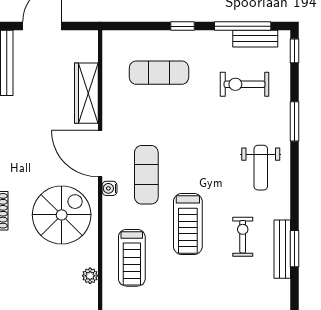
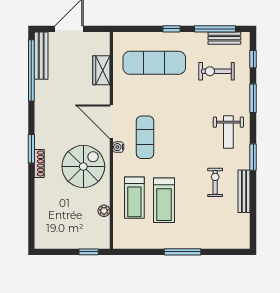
window: (295, 51) -> (253, 59), moved
exercise mat: (159, 73) -> (154, 63), width x1.36, depth x1.45
wardrobe: (86, 93) -> (101, 70), width x0.67
treadmill: (188, 224) -> (164, 200), moved
window: (295, 249) -> (253, 157), moved

